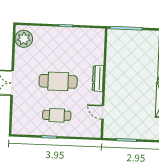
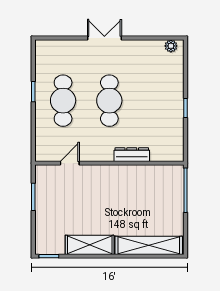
plant: (24, 39) -> (171, 46), width x0.53, depth x0.53
dresser: (98, 78) -> (132, 155), moved
cafe table: (57, 115) -> (63, 101), width x1.37, depth x1.35

